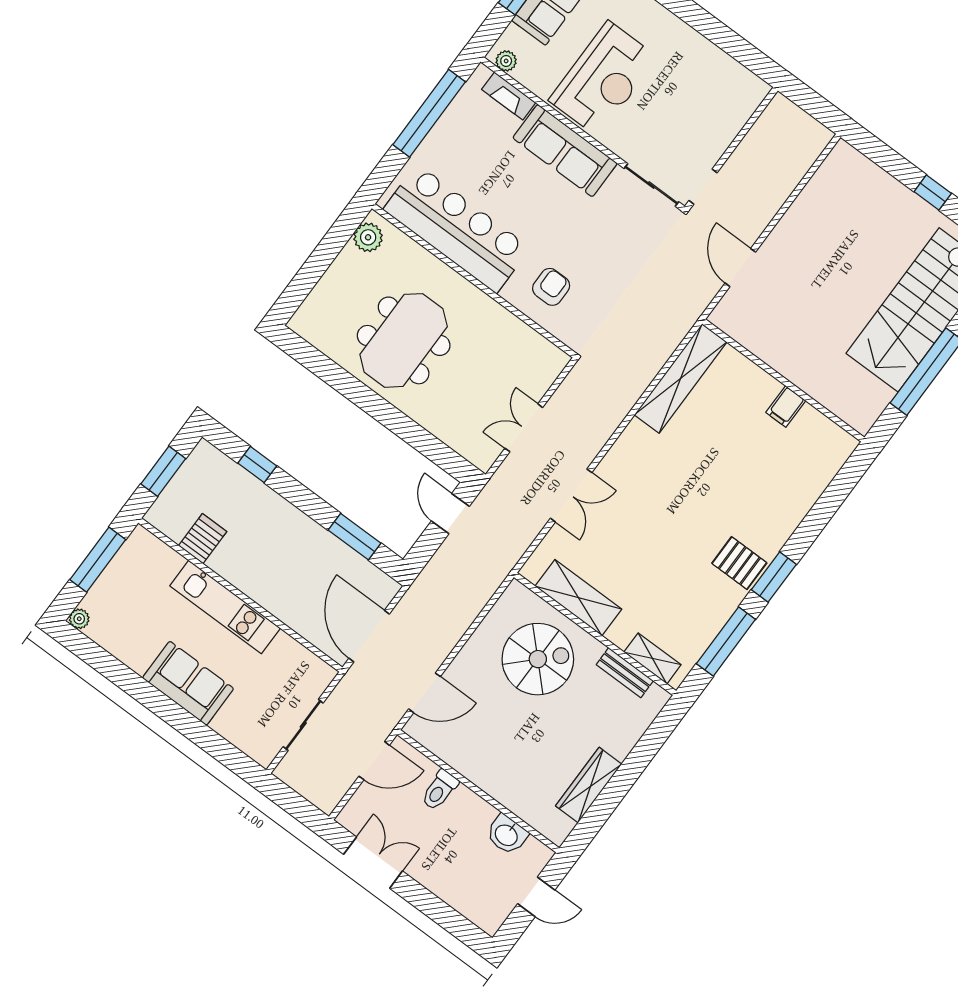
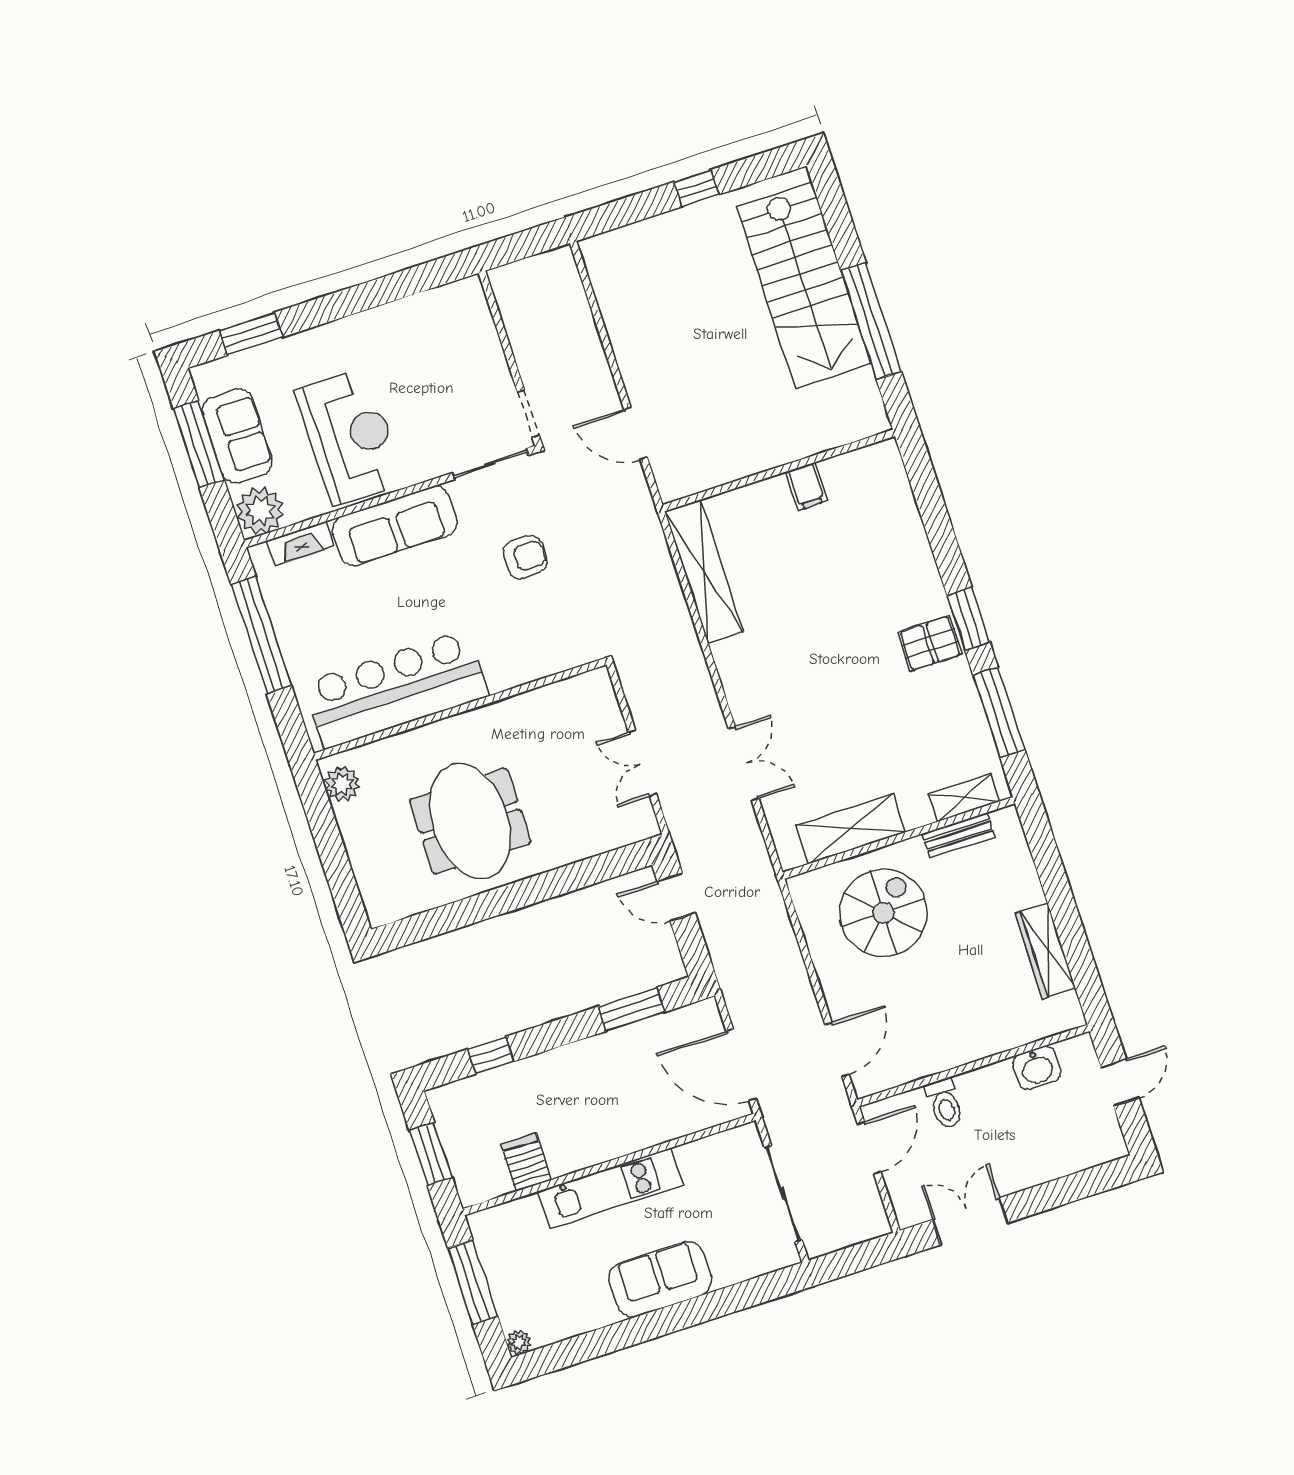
plant: (506, 61) -> (260, 511), width x1.88, depth x1.88
armchair: (551, 287) -> (525, 557), moved, turned 90
sliding door: (303, 725) -> (783, 1194), width x1.37

